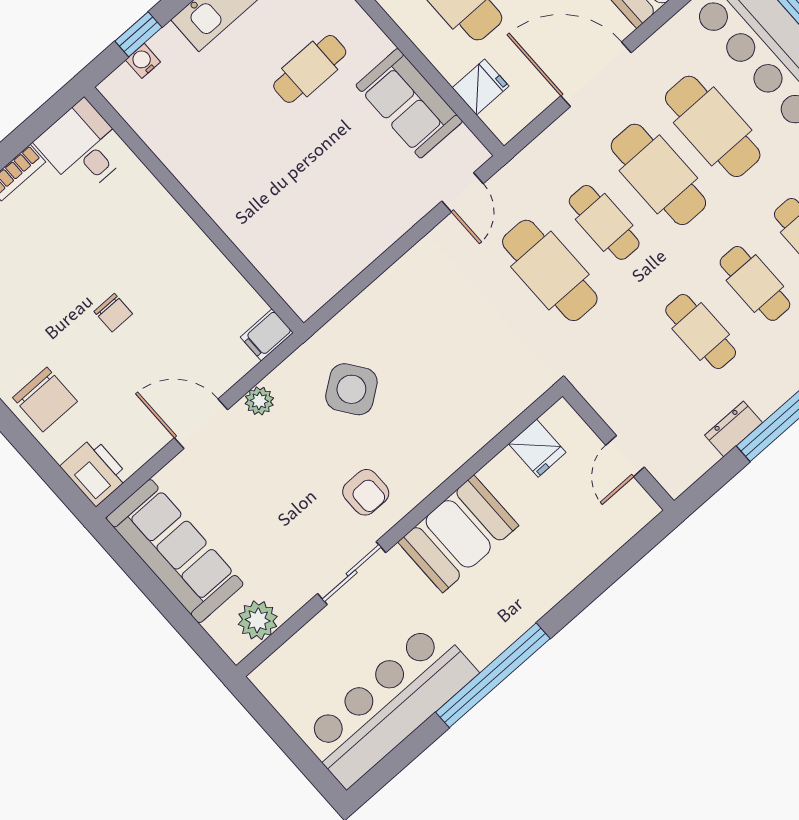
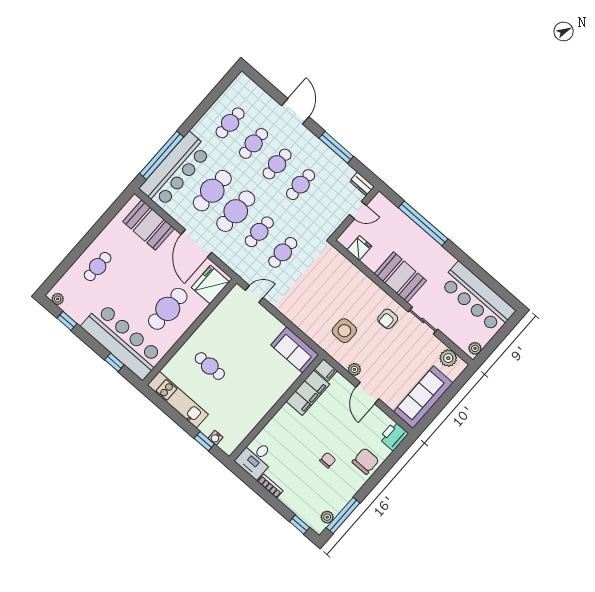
fridge: (481, 87) -> (210, 285), width x1.88, depth x1.34
sofa: (409, 103) -> (295, 350), moved, turned 90
cafe table: (550, 270) -> (283, 252), width x0.73, depth x0.74
filing cabinet: (219, 287) -> (308, 393), added
chair: (113, 313) -> (328, 460), moved
side table: (351, 389) -> (344, 331), turned 36
dresser: (734, 429) -> (362, 184), moved
armchair: (366, 492) -> (388, 319), turned 180
window: (493, 675) -> (423, 223), moved
plant: (272, 685) -> (475, 348), added

